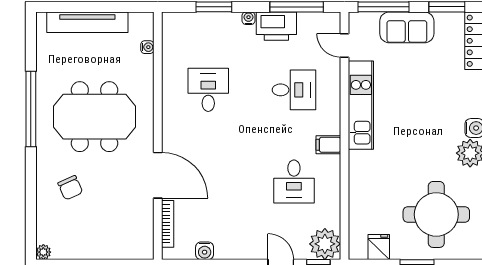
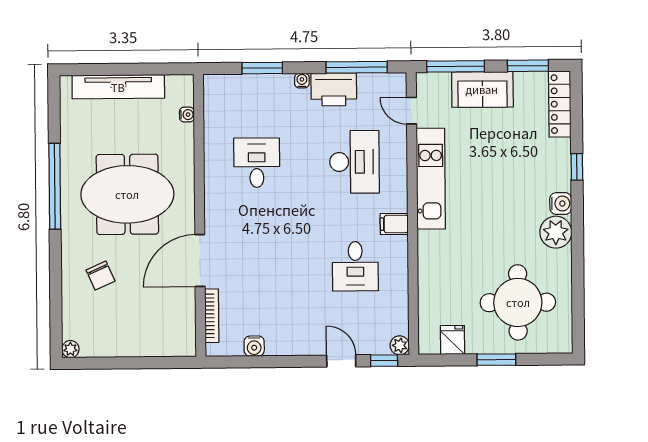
desk: (294, 90) -> (354, 162), width x1.37
door: (158, 175) -> (200, 260), swing flipped
plant: (325, 244) -> (400, 345), width x0.53, depth x0.53

